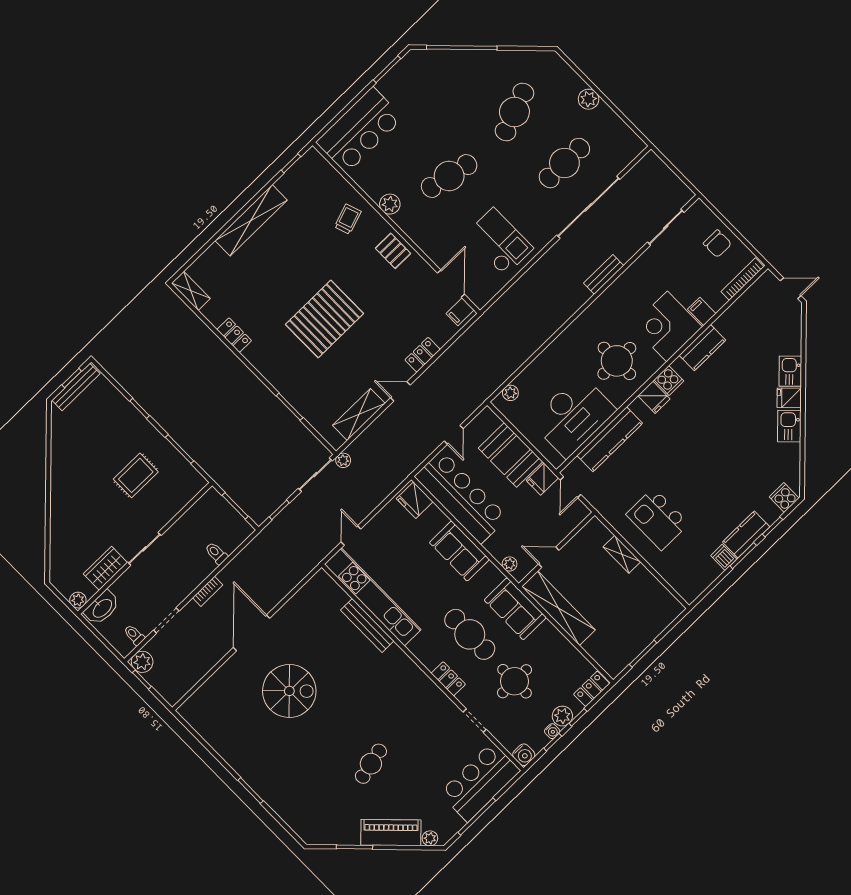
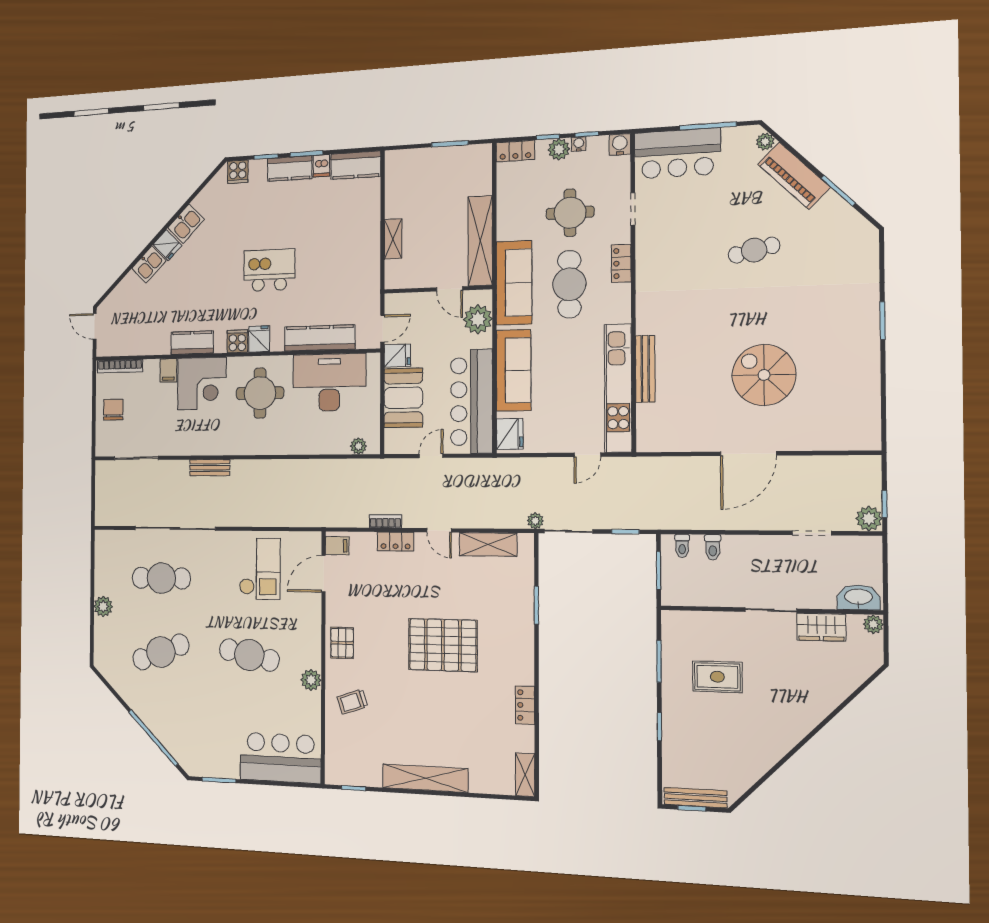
checkout: (499, 242) -> (260, 569), turned 180
kitchen island: (658, 519) -> (269, 270), moved, turned -90
sofa: (459, 551) -> (514, 370), width x1.36
plant: (510, 564) -> (478, 319), width x1.88, depth x1.88
kitchen counter: (698, 580) -> (356, 165), added
bookcase: (208, 591) -> (385, 521), moved
sofa: (515, 609) -> (514, 283), width x1.36
toilet: (134, 635) -> (682, 546), moved

